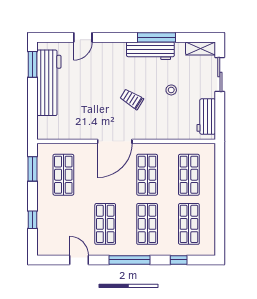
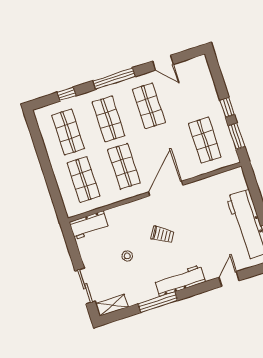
workbench: (150, 51) -> (180, 281), moved
workbench: (206, 117) -> (89, 225), moved, turned 90
window: (32, 220) -> (227, 108), moved

